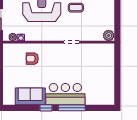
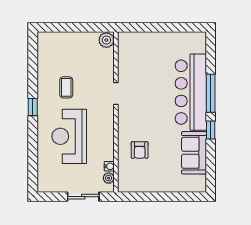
bar counter: (65, 94) -> (191, 92), width x1.36

